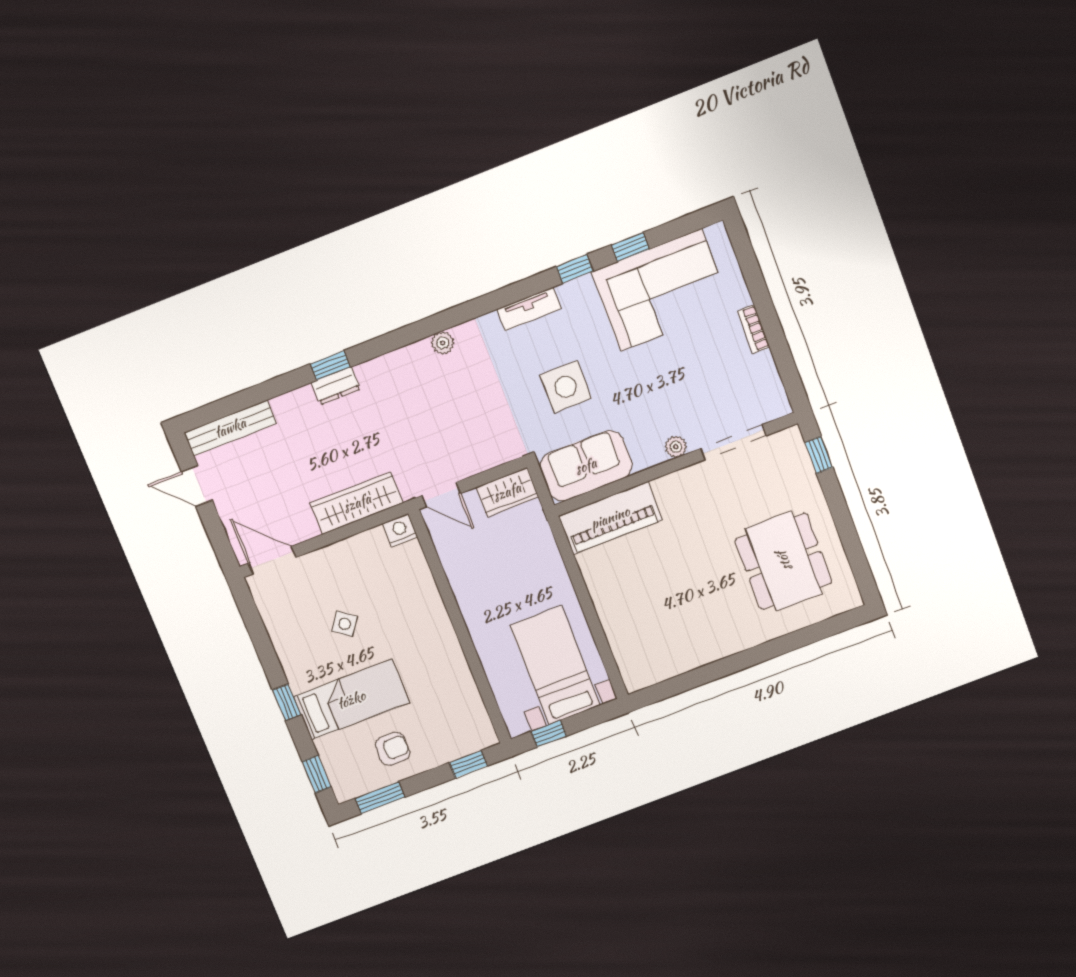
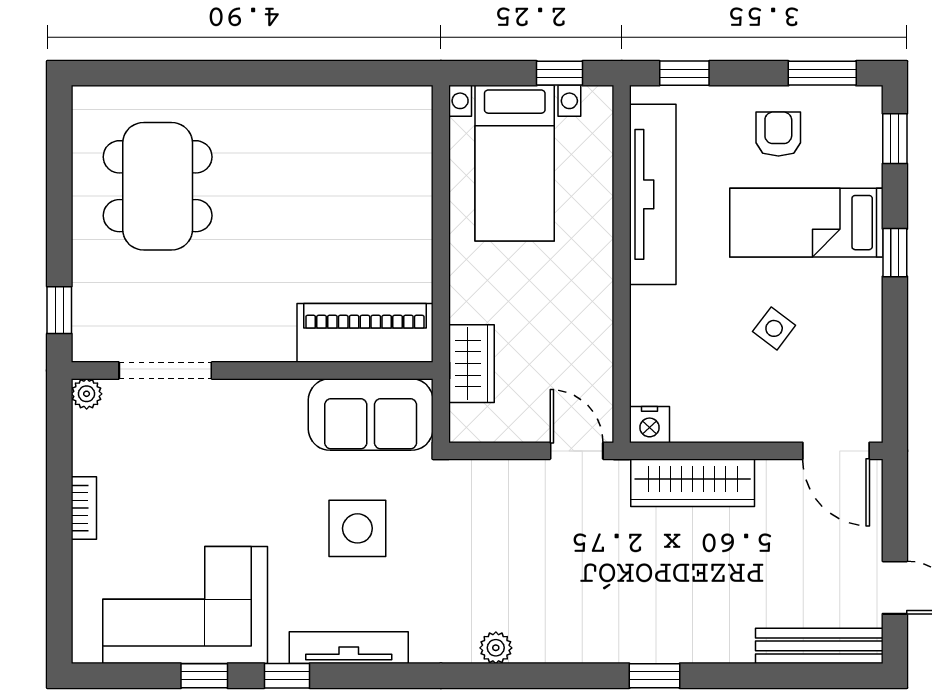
tv unit: (529, 309) -> (349, 648), width x1.41
dresser: (336, 386) -> (658, 647), removed
plant: (676, 447) -> (87, 394), moved
wardrobe: (507, 492) -> (472, 364), moved, turned 90
tv unit: (458, 680) -> (653, 194), added
armchair: (392, 749) -> (778, 134), turned 90

